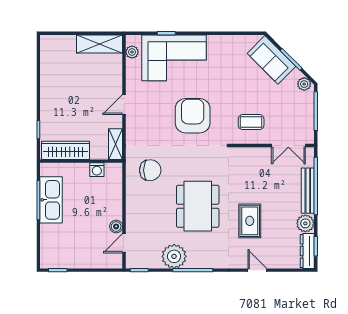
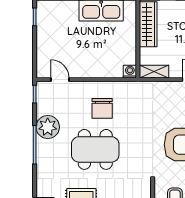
washing machine: (97, 170) -> (130, 72), moved, turned 90
chair: (150, 170) -> (102, 108), moved
boiler: (116, 226) -> (76, 72), removed

